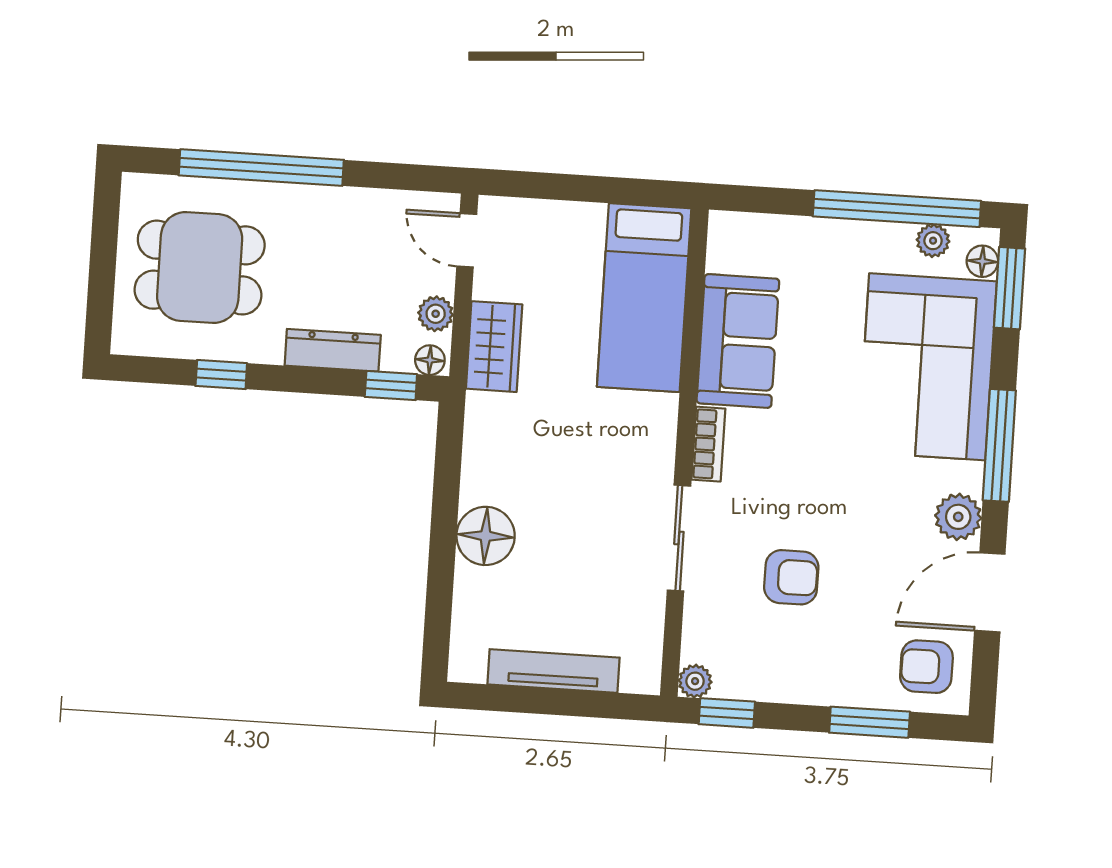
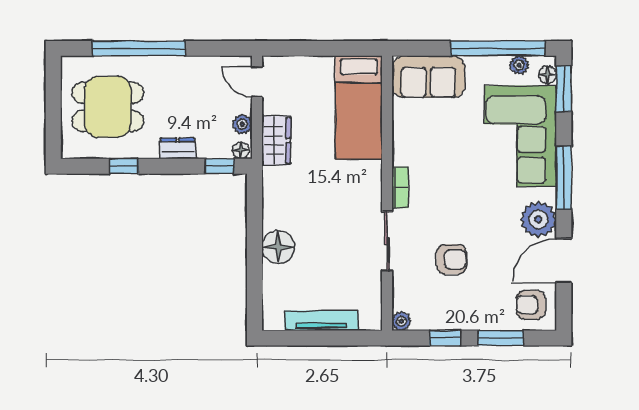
sofa: (738, 341) -> (428, 77), moved, turned 90
dresser: (333, 350) -> (178, 148), width x0.70
plant: (958, 517) -> (538, 219), width x1.36, depth x1.36
window: (727, 713) -> (445, 338), moved

